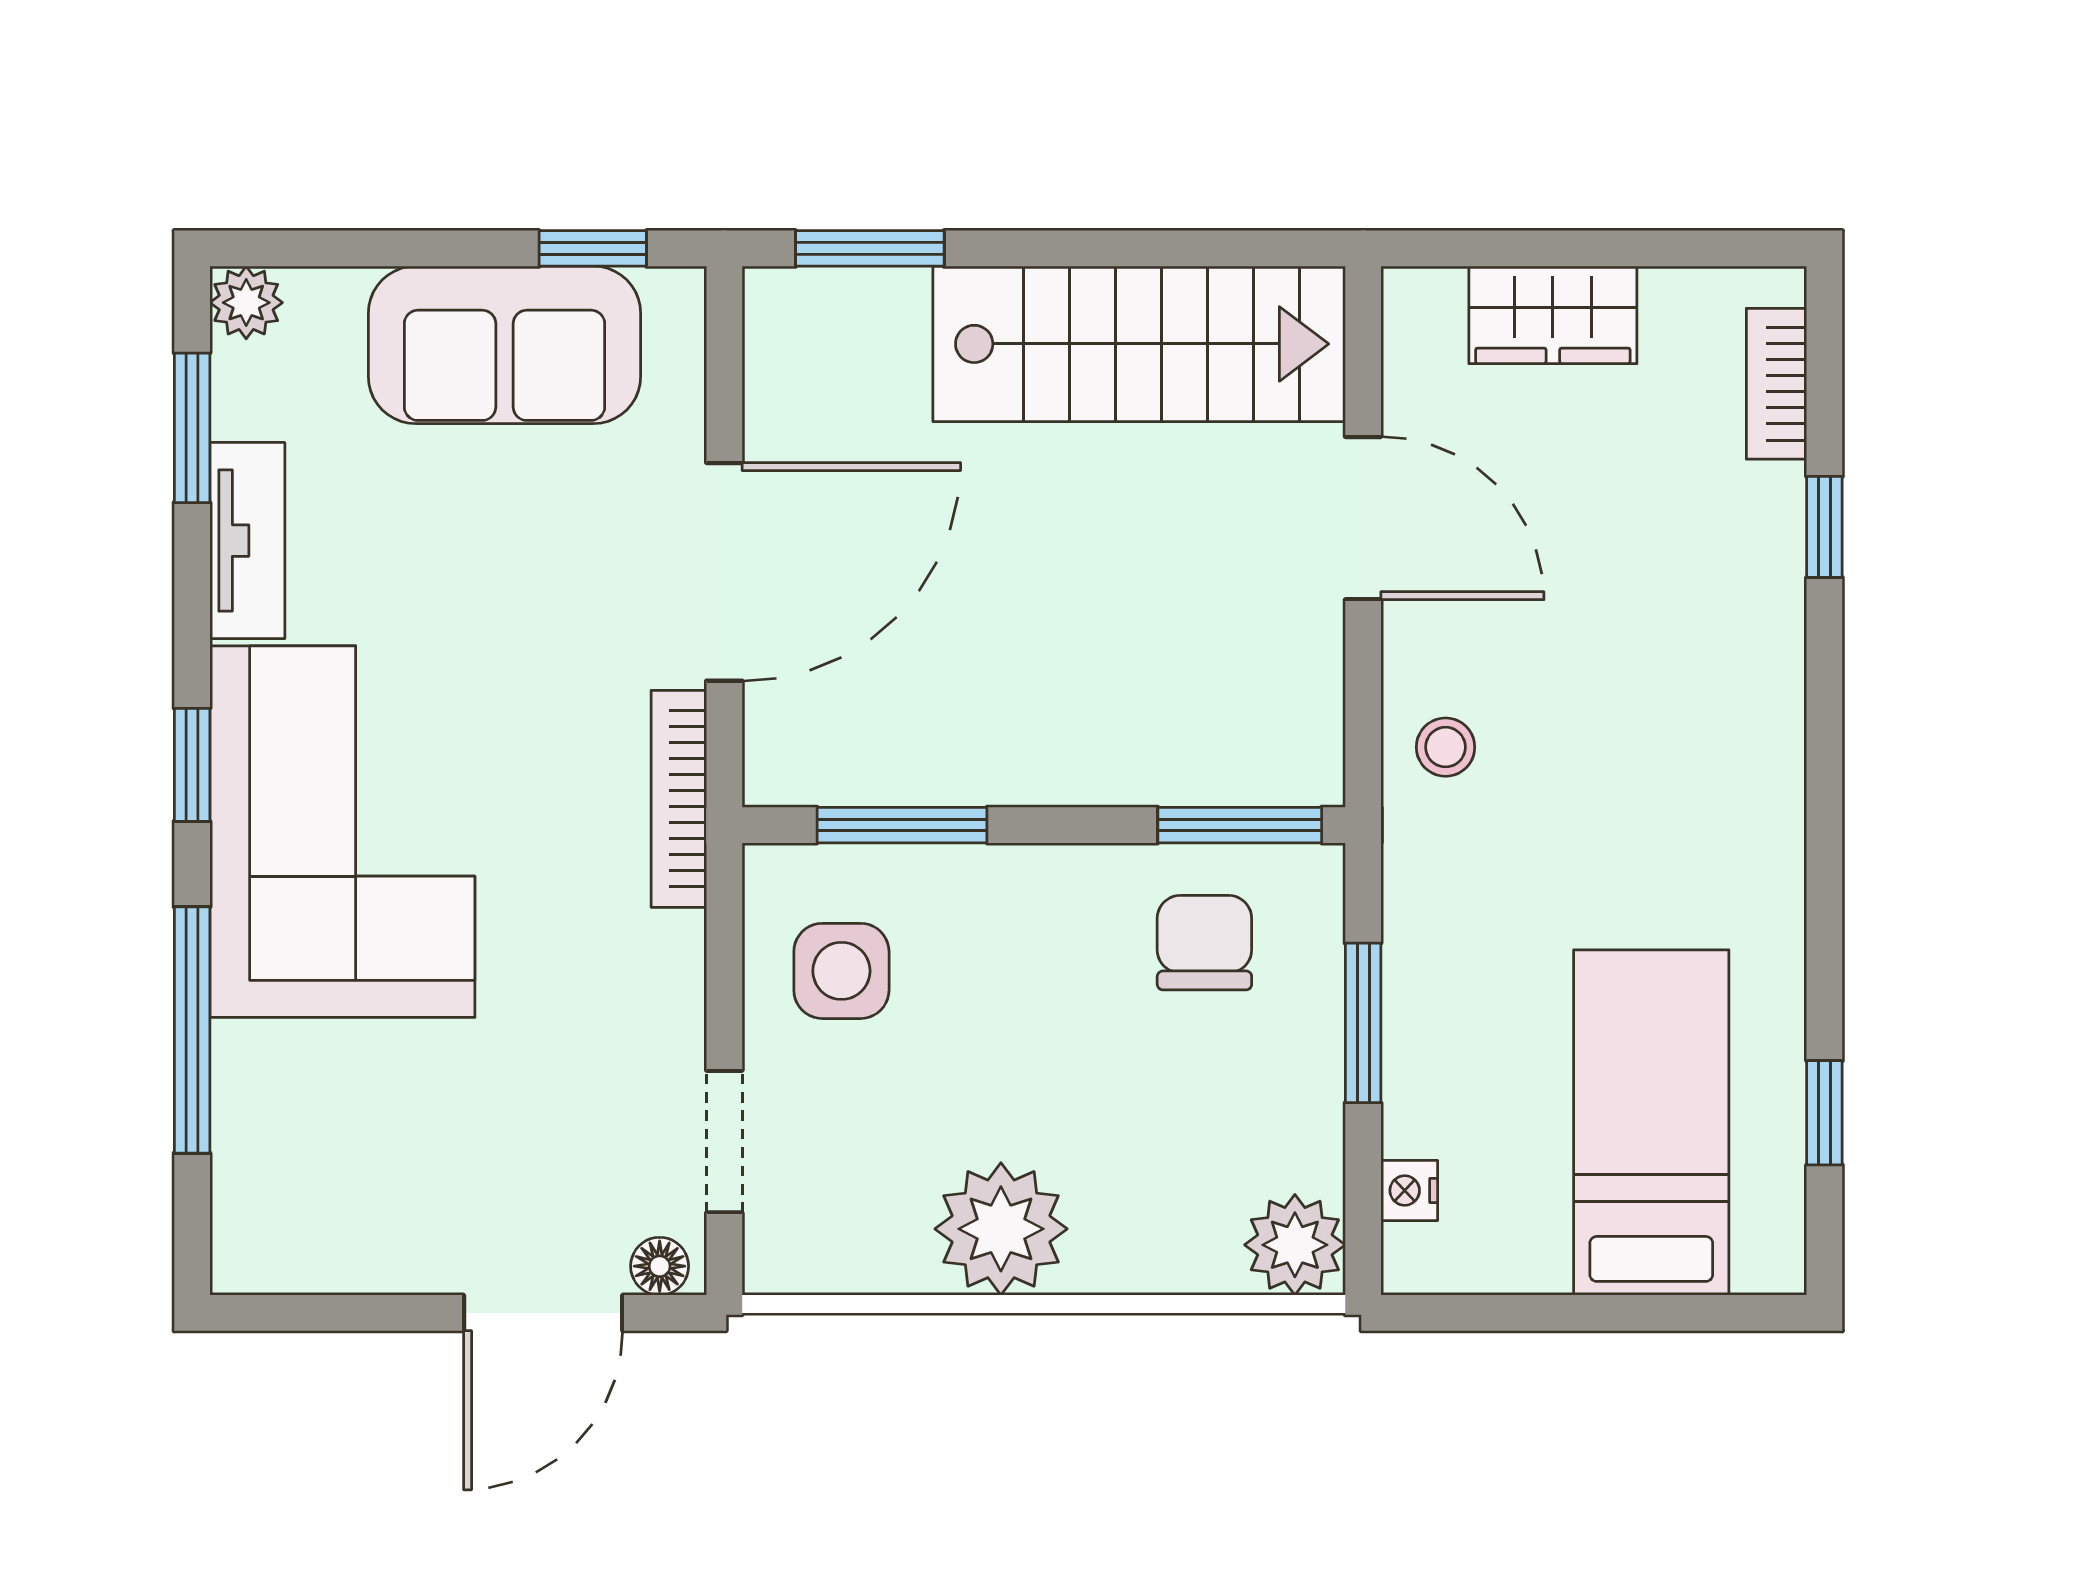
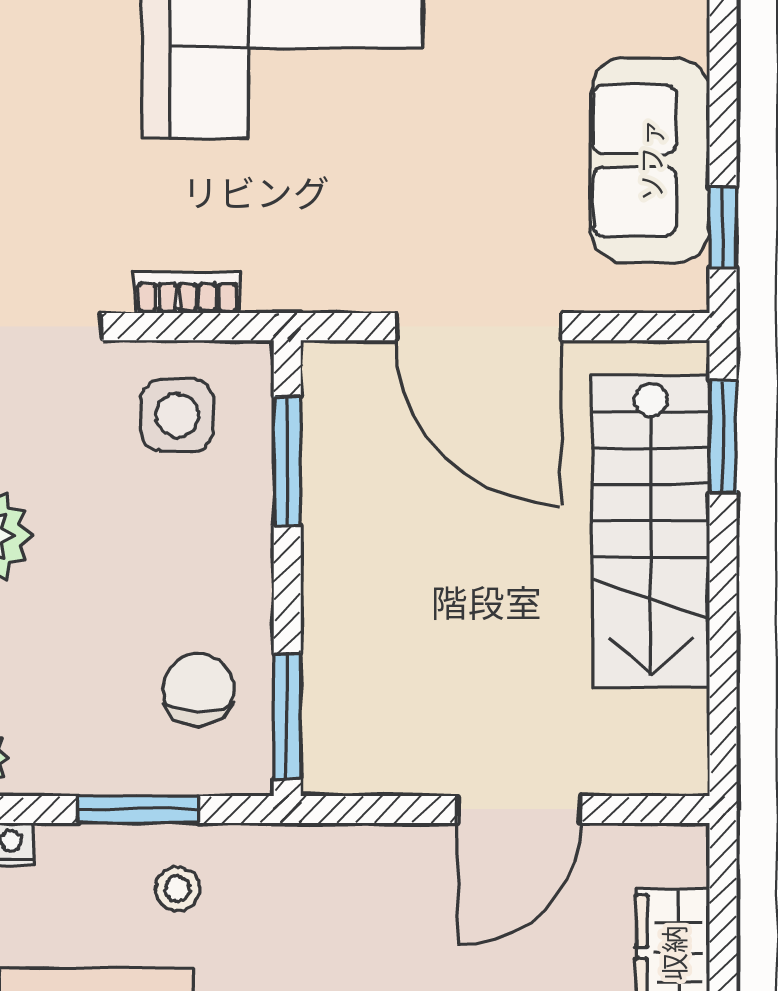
stairs: (1139, 344) -> (651, 531), moved
stool: (1446, 747) -> (177, 889), moved
bookcase: (679, 799) -> (187, 292), moved, width x0.64
chair: (1204, 943) -> (198, 690), turned -90

